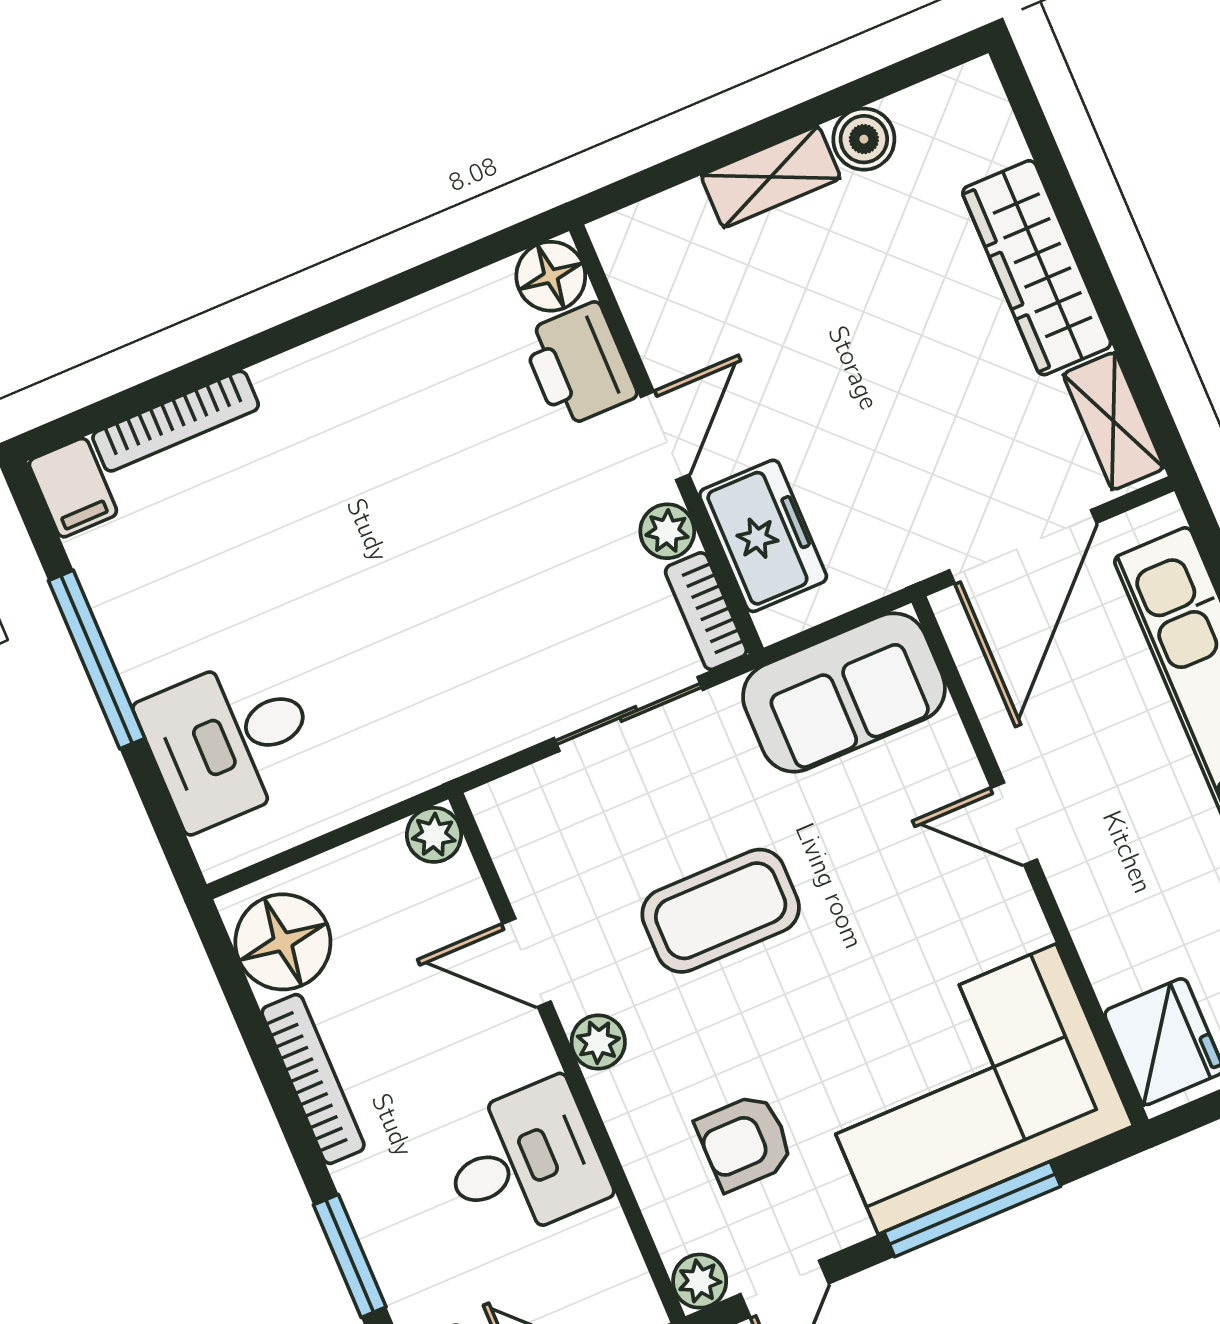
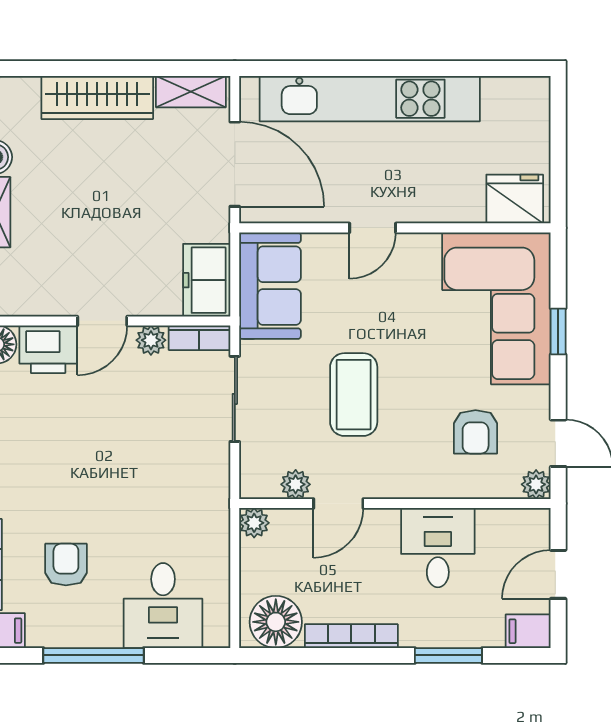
door: (665, 436) -> (102, 321), swing flipped
freezer: (763, 536) -> (207, 280), moved, turned -90
armchair: (230, 548) -> (66, 565), added
plant: (598, 1042) -> (296, 484), moved
window: (972, 1209) -> (558, 331), width x0.46

